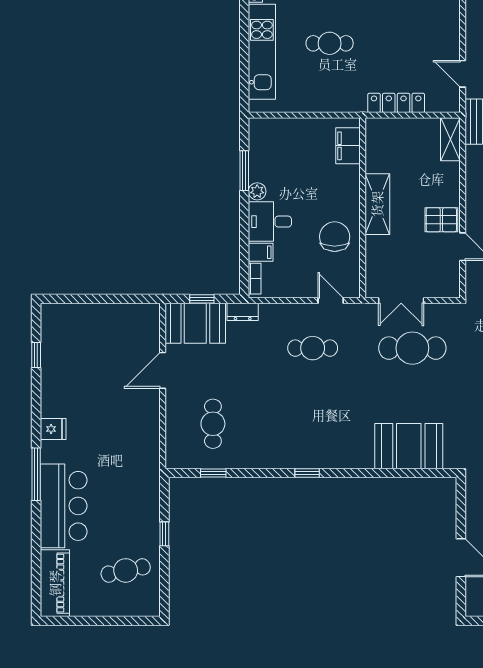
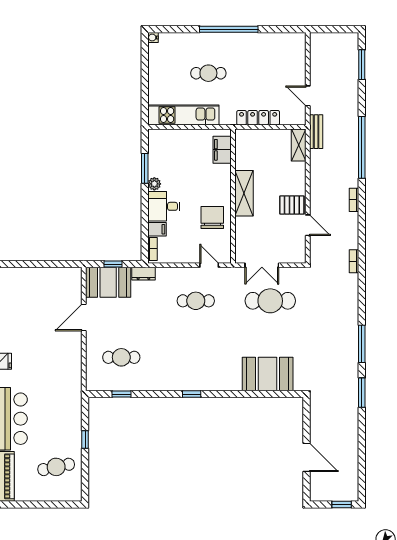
kitchen unit: (262, 52) -> (183, 115), moved, turned -90
cafe table: (213, 424) -> (121, 357), turned 90

